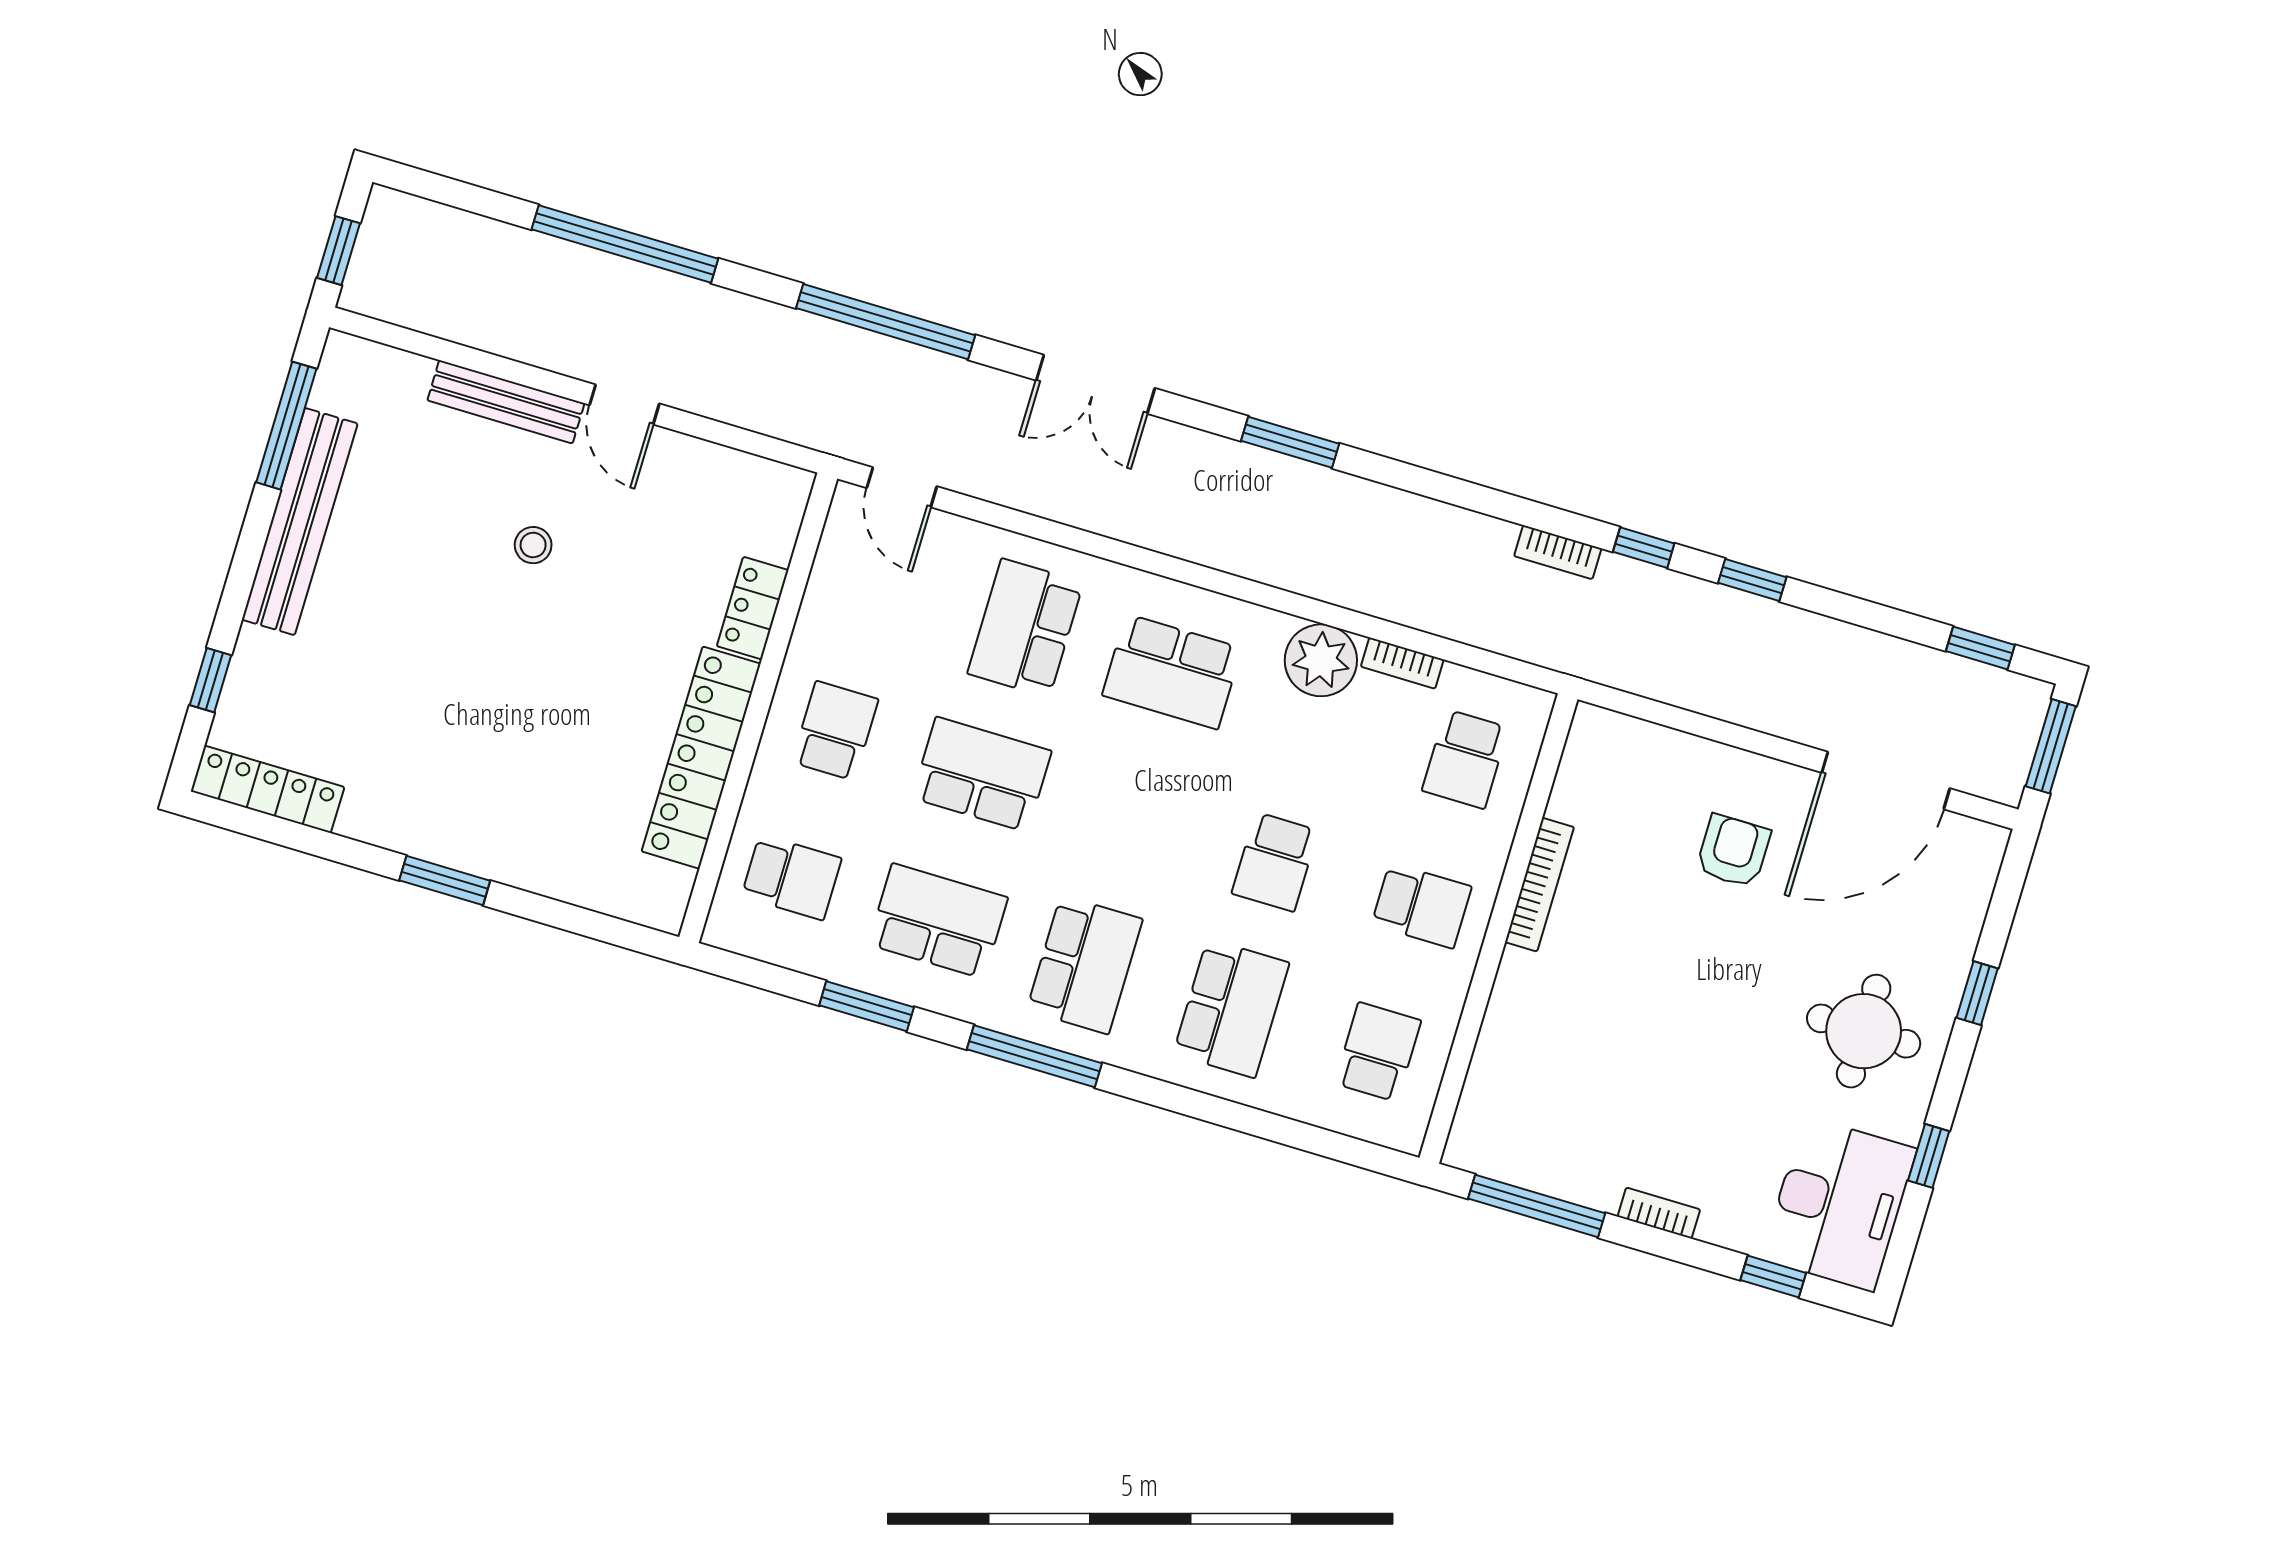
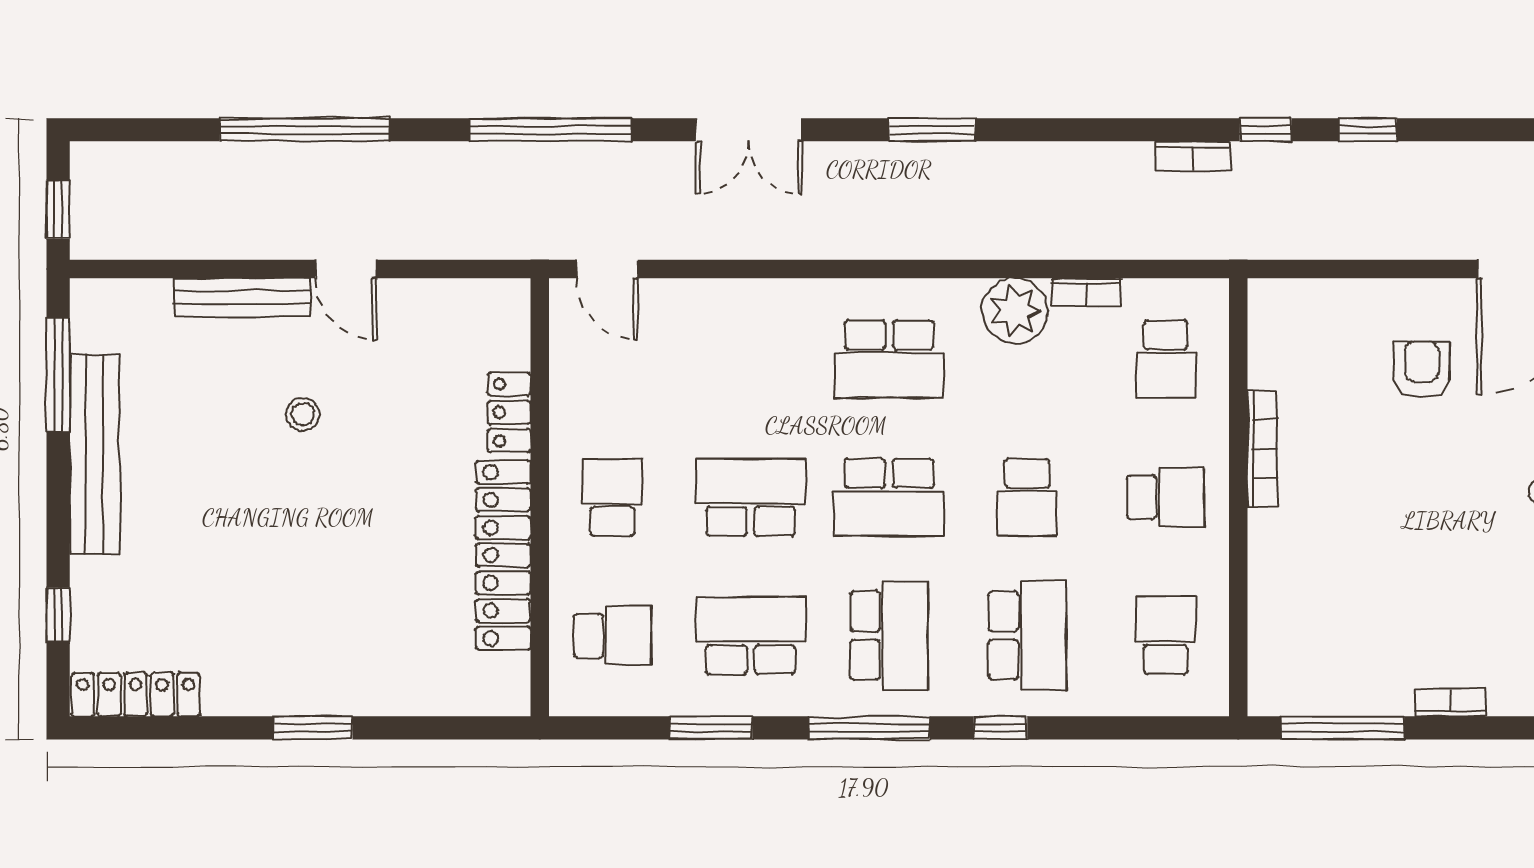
school desk: (1025, 628) -> (889, 497), moved, turned -90
window: (1174, 1098) -> (1000, 728), added

